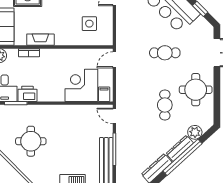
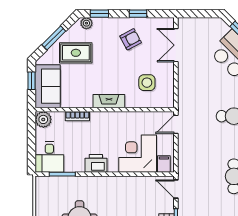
fireplace: (40, 40) -> (109, 101), moved
printer: (27, 94) -> (96, 163), moved

